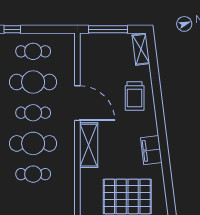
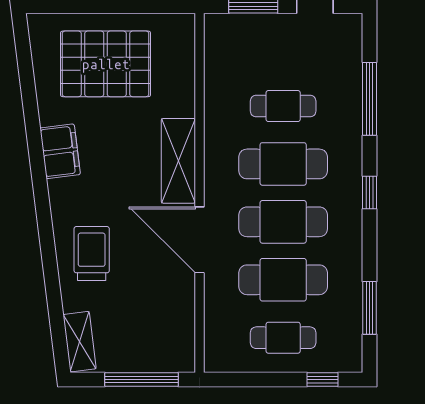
cafe table: (33, 113) -> (283, 222), width x1.37, depth x1.35

